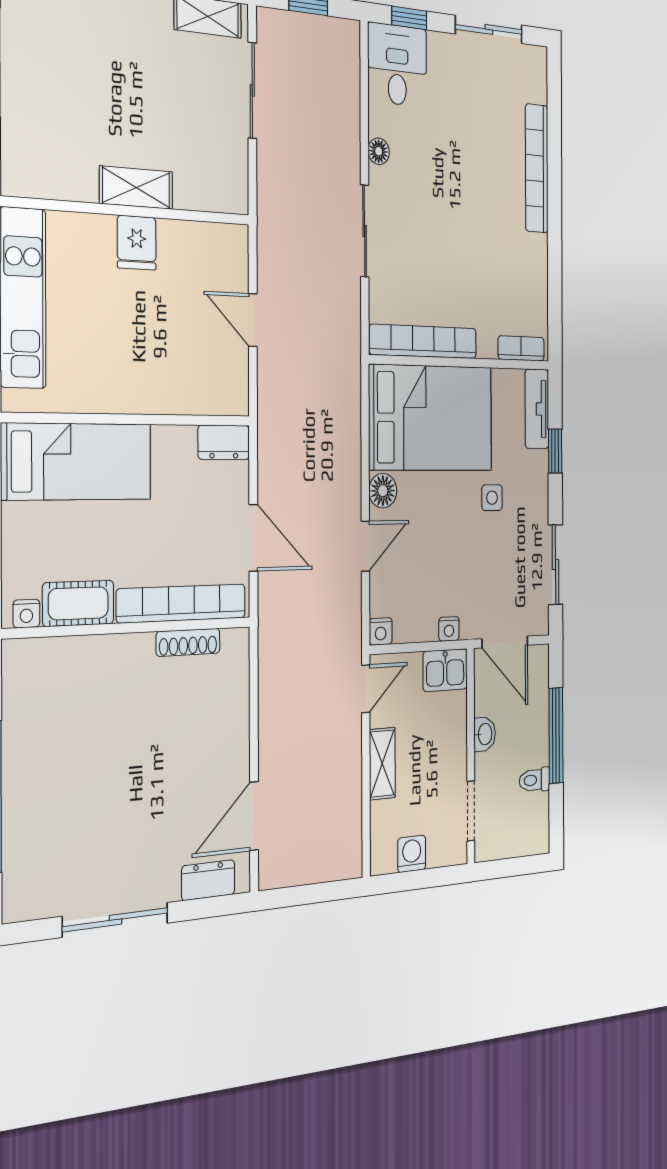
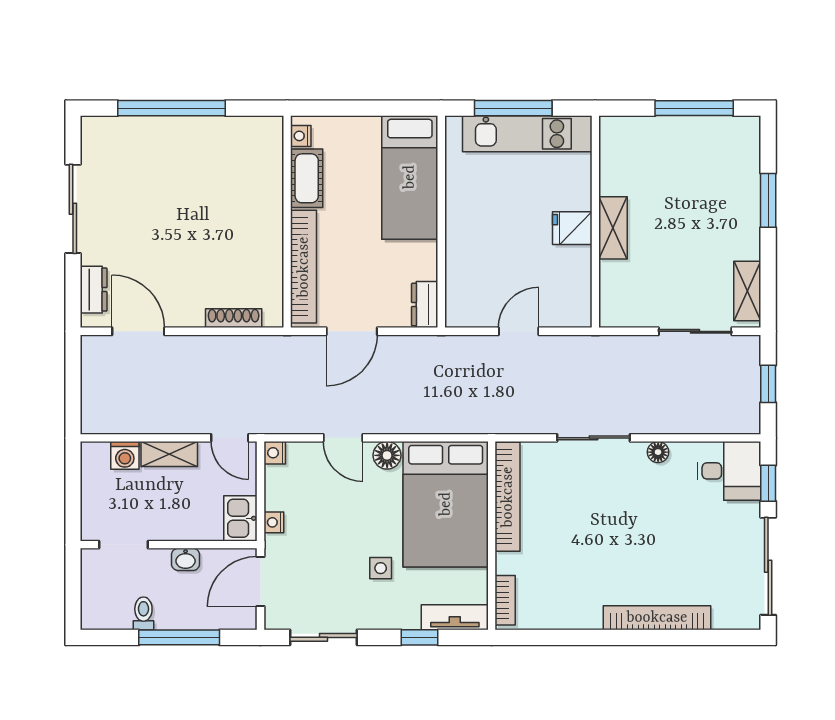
sliding door: (489, 29) -> (768, 566), width x1.37
shoe rack: (188, 642) -> (234, 318), moved, turned 90
washing machine: (412, 854) -> (125, 455), moved, turned 90

